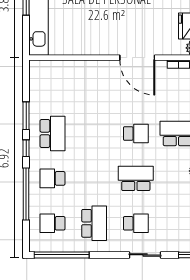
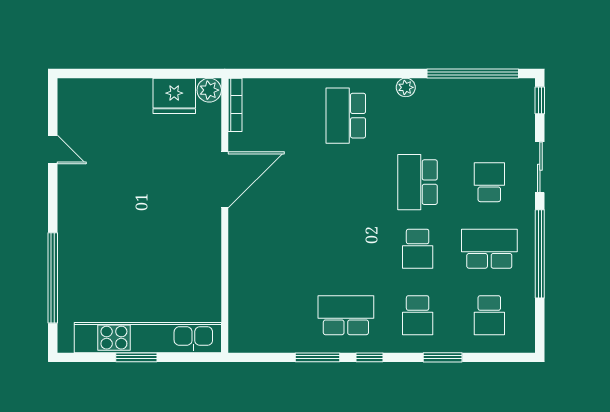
school desk: (136, 133) -> (418, 249), moved, turned 180
window: (26, 194) -> (443, 357), width x0.47
window: (62, 255) -> (540, 254), moved

